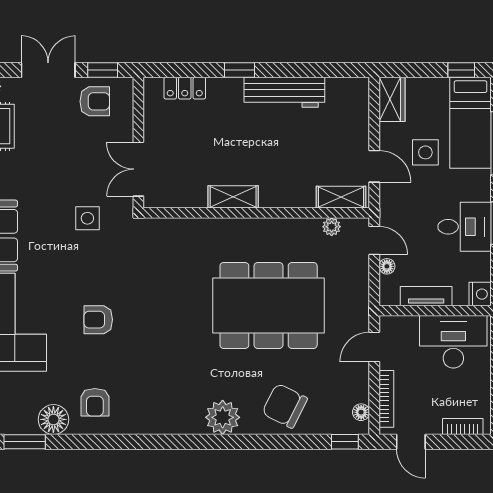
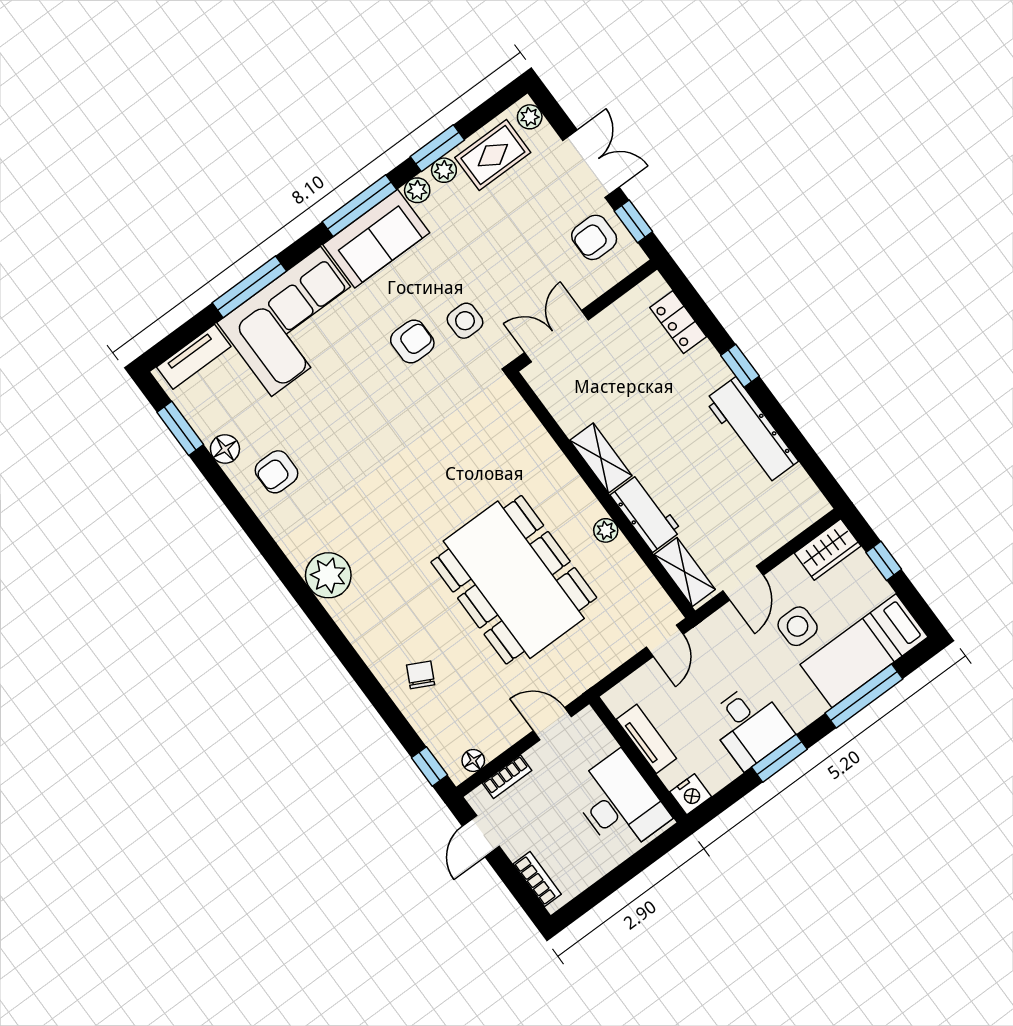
window: (461, 70) -> (884, 561), moved
armchair: (95, 101) -> (594, 237), turned 90
workbench: (287, 194) -> (646, 513), added
plant: (332, 227) -> (606, 530), moved
floor lamp: (387, 266) -> (647, 674), removed
armchair: (98, 320) -> (412, 342), moved, turned 90
bookcase: (386, 399) -> (507, 777), width x0.64
chair: (285, 406) -> (421, 675), width x0.54, depth x0.54
plant: (223, 417) -> (328, 575), moved
floor lamp: (53, 419) -> (225, 449), width x0.73, depth x0.73

